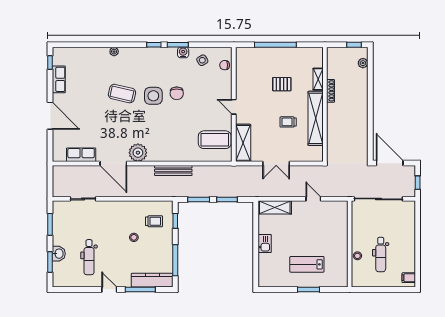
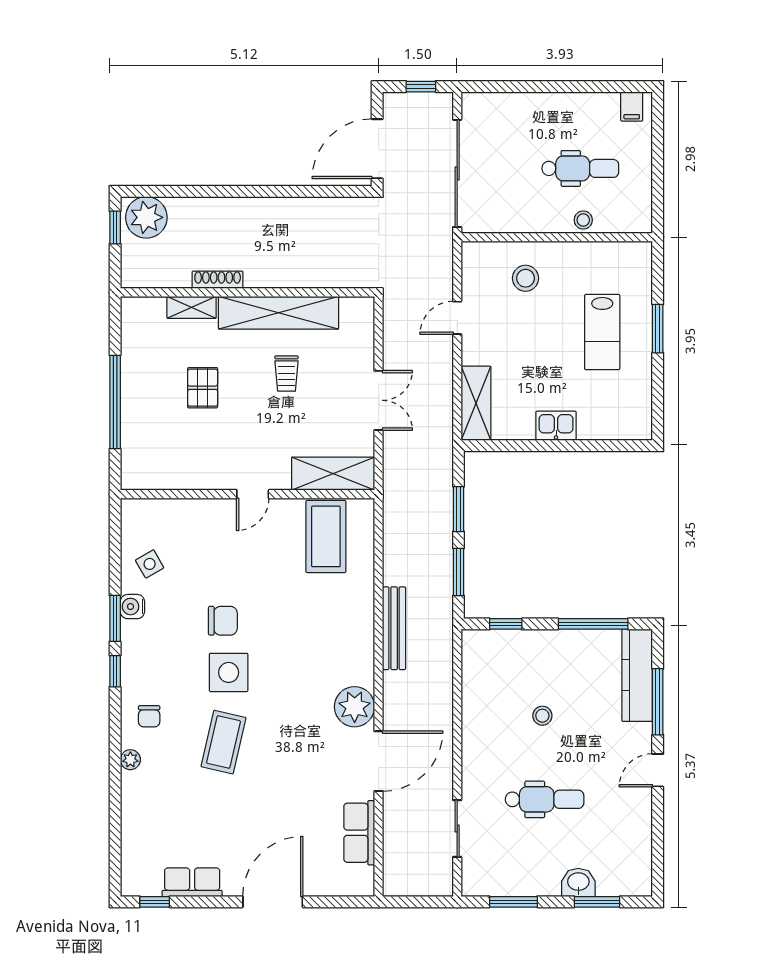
plant: (363, 63) -> (146, 217), width x1.88, depth x1.88
chair: (225, 65) -> (149, 716), moved
trolley: (154, 221) -> (507, 671), removed
stool: (331, 230) -> (526, 278), added
dental chair: (89, 257) -> (545, 799), moved

